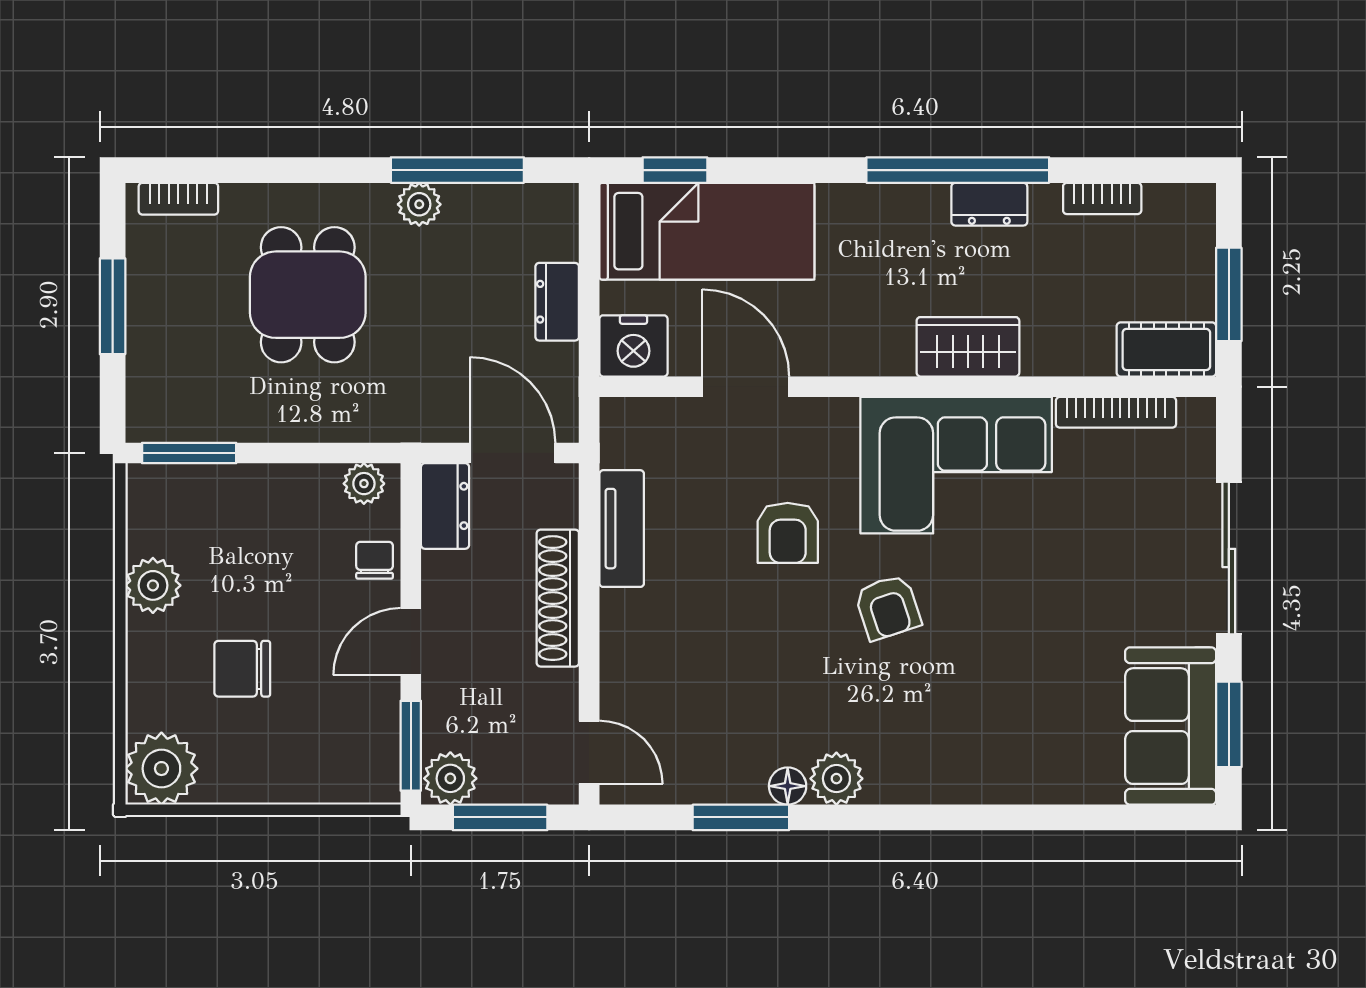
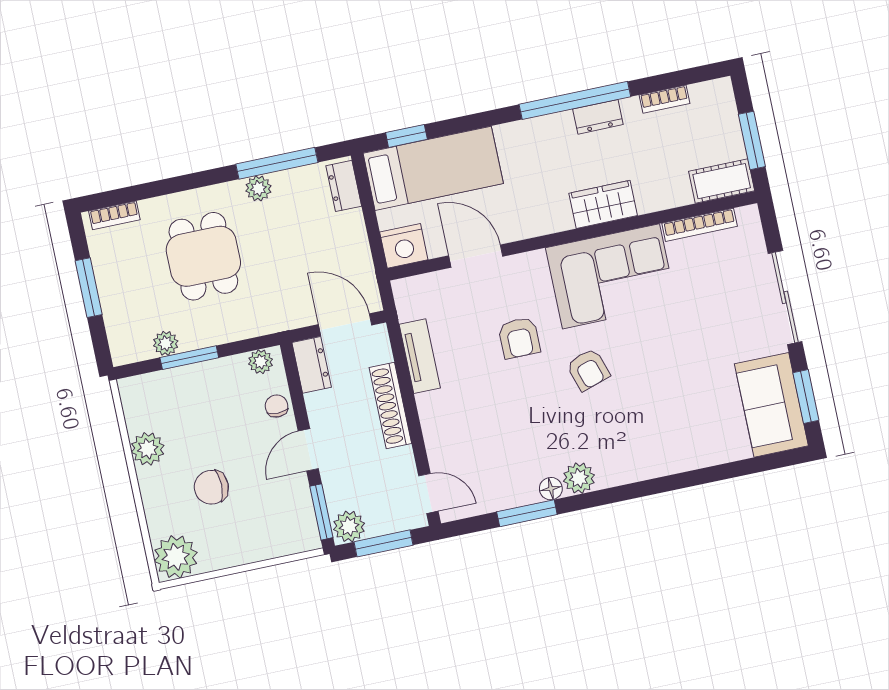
dresser: (557, 302) -> (344, 186), moved
plant: (218, 422) -> (166, 343), added
window: (189, 453) -> (189, 358), moved

